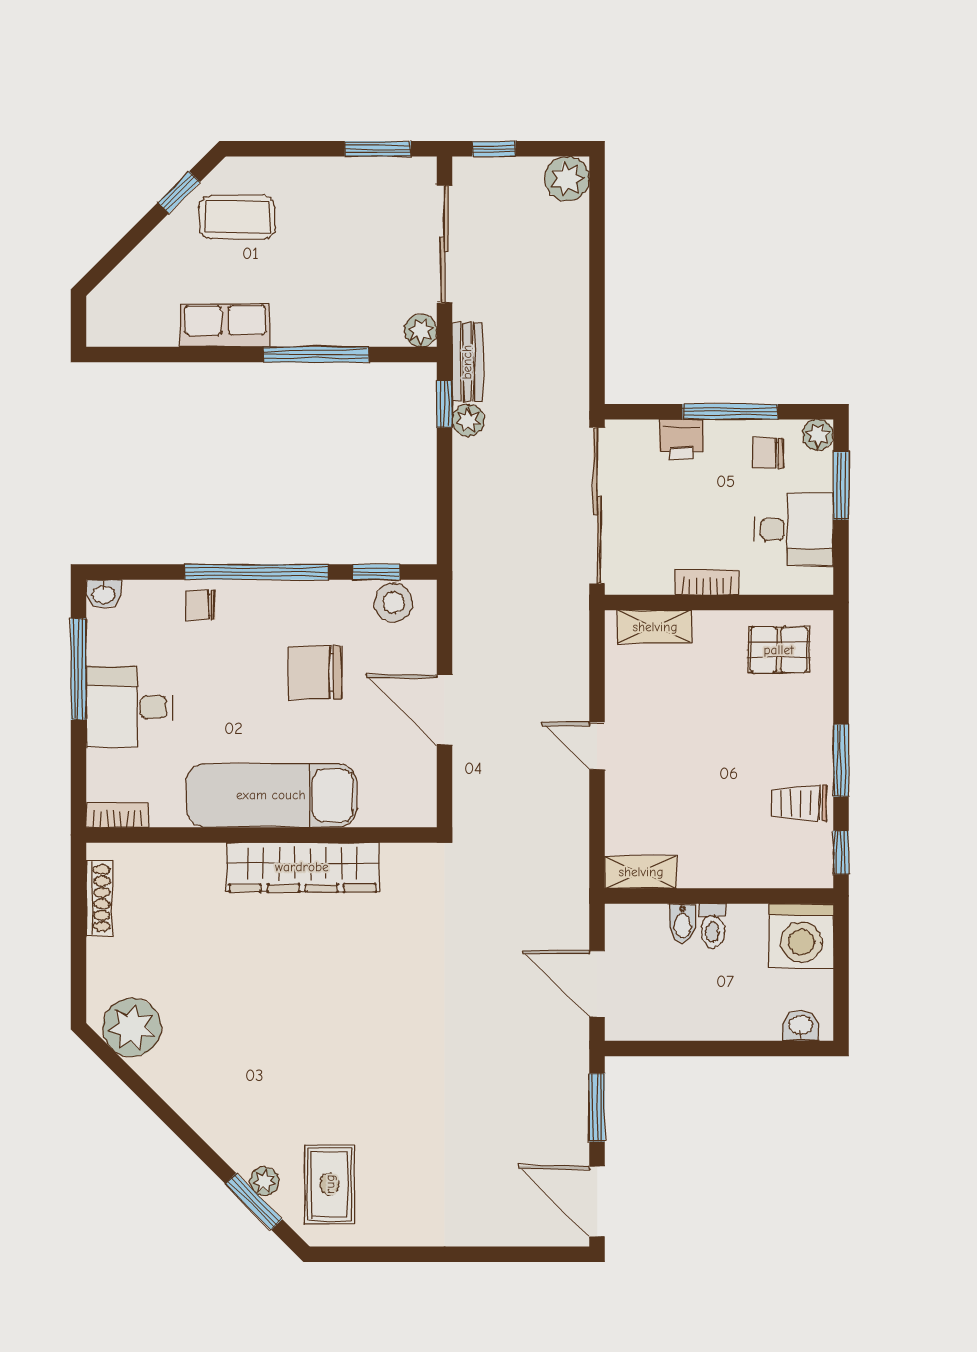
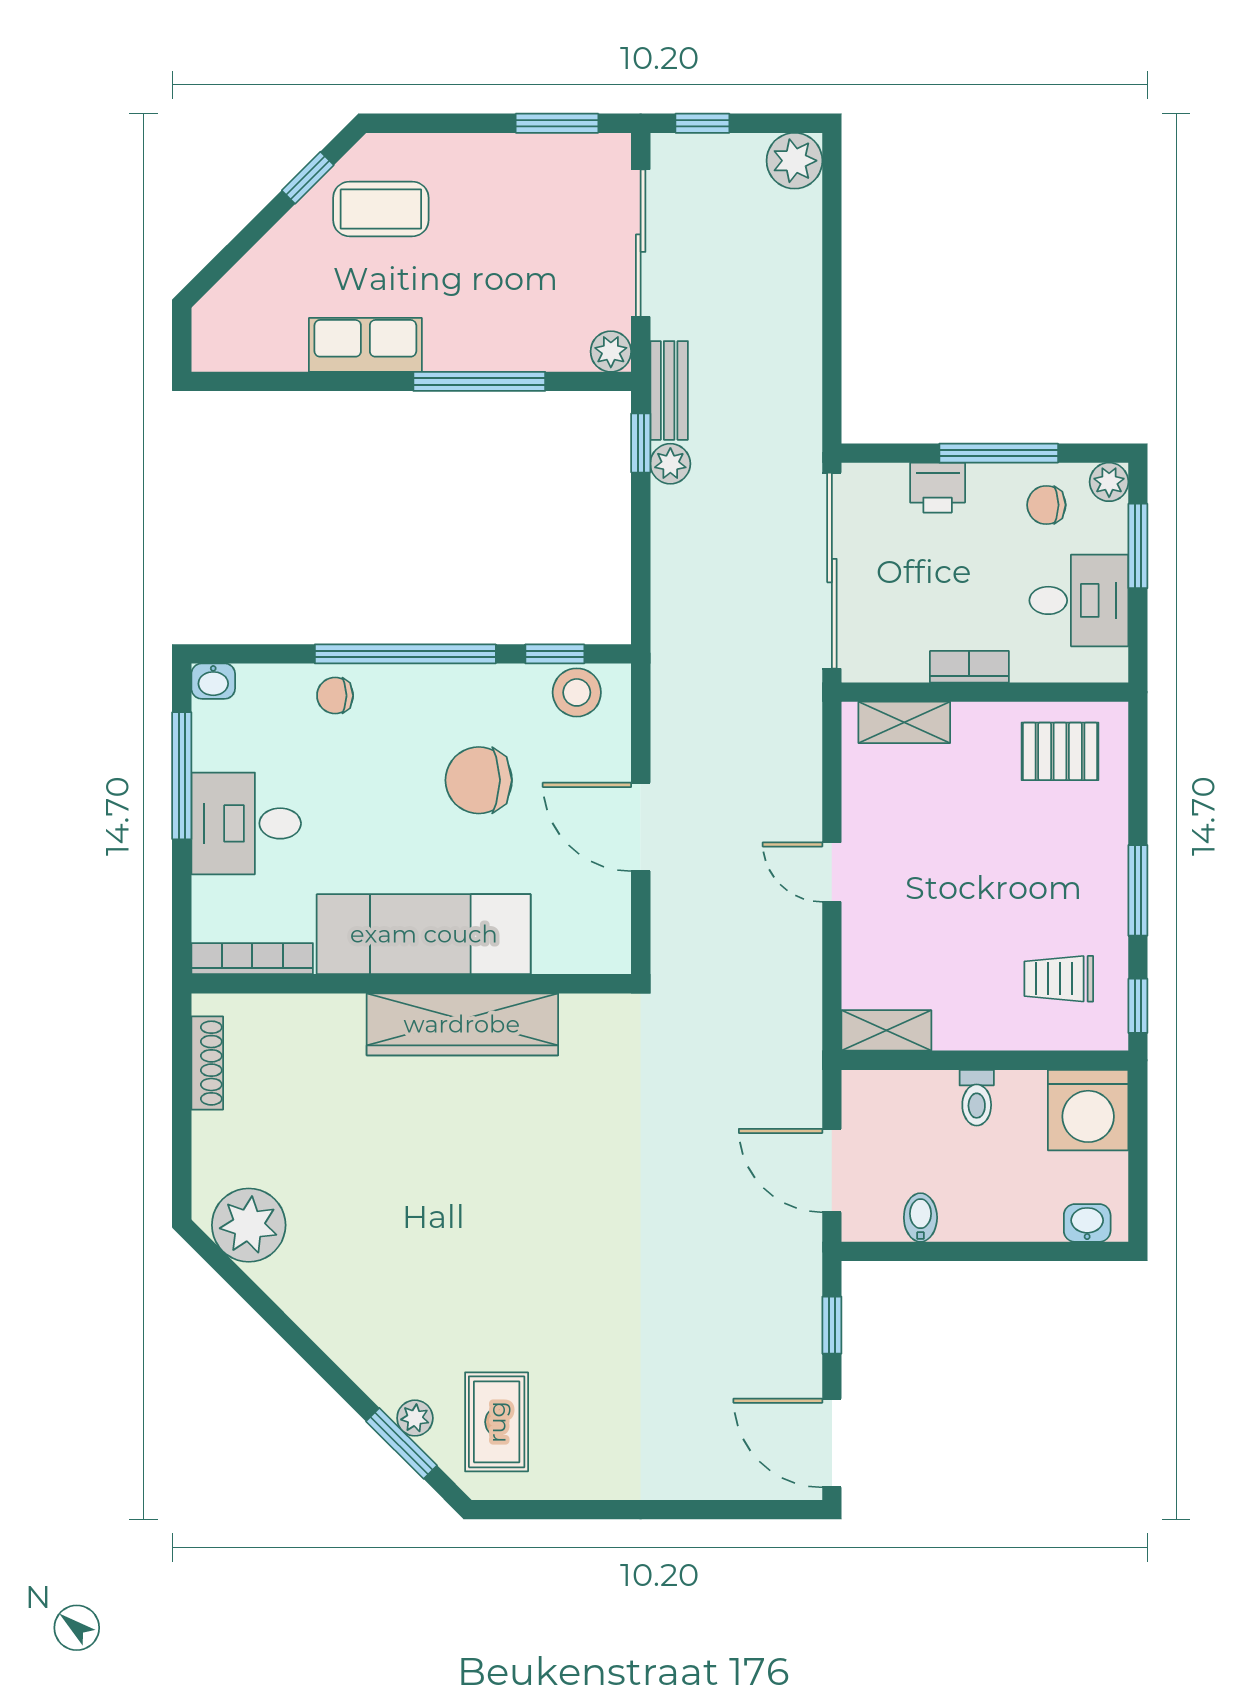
trolley: (799, 803) -> (1059, 979), moved
bookcase: (117, 815) -> (252, 959), width x1.56
bidet: (683, 923) -> (920, 1218), moved, turned 180
window: (597, 1107) -> (832, 1325), width x0.67

